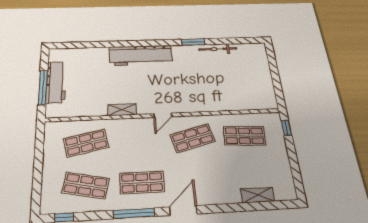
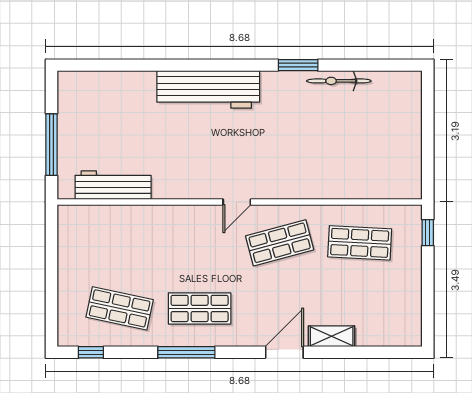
workbench: (56, 82) -> (113, 185), moved, turned -90
shelving: (122, 110) -> (175, 189), removed
shop shelf: (86, 143) -> (120, 243), removed
shelving: (257, 195) -> (332, 336), moved
door: (183, 210) -> (284, 352), moved

